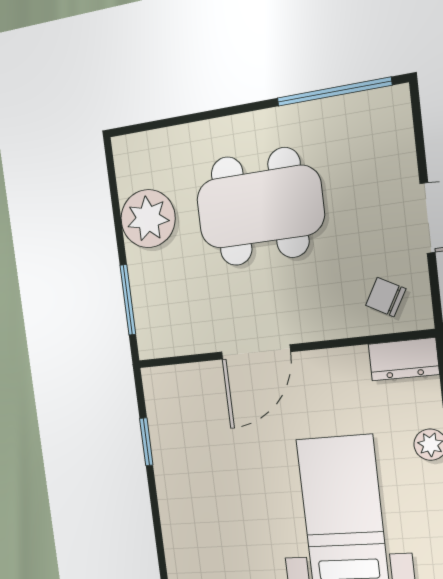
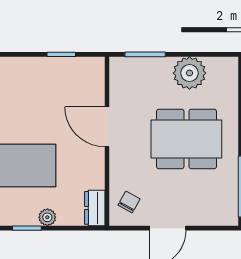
dining table: (260, 207) -> (186, 139), turned 90

